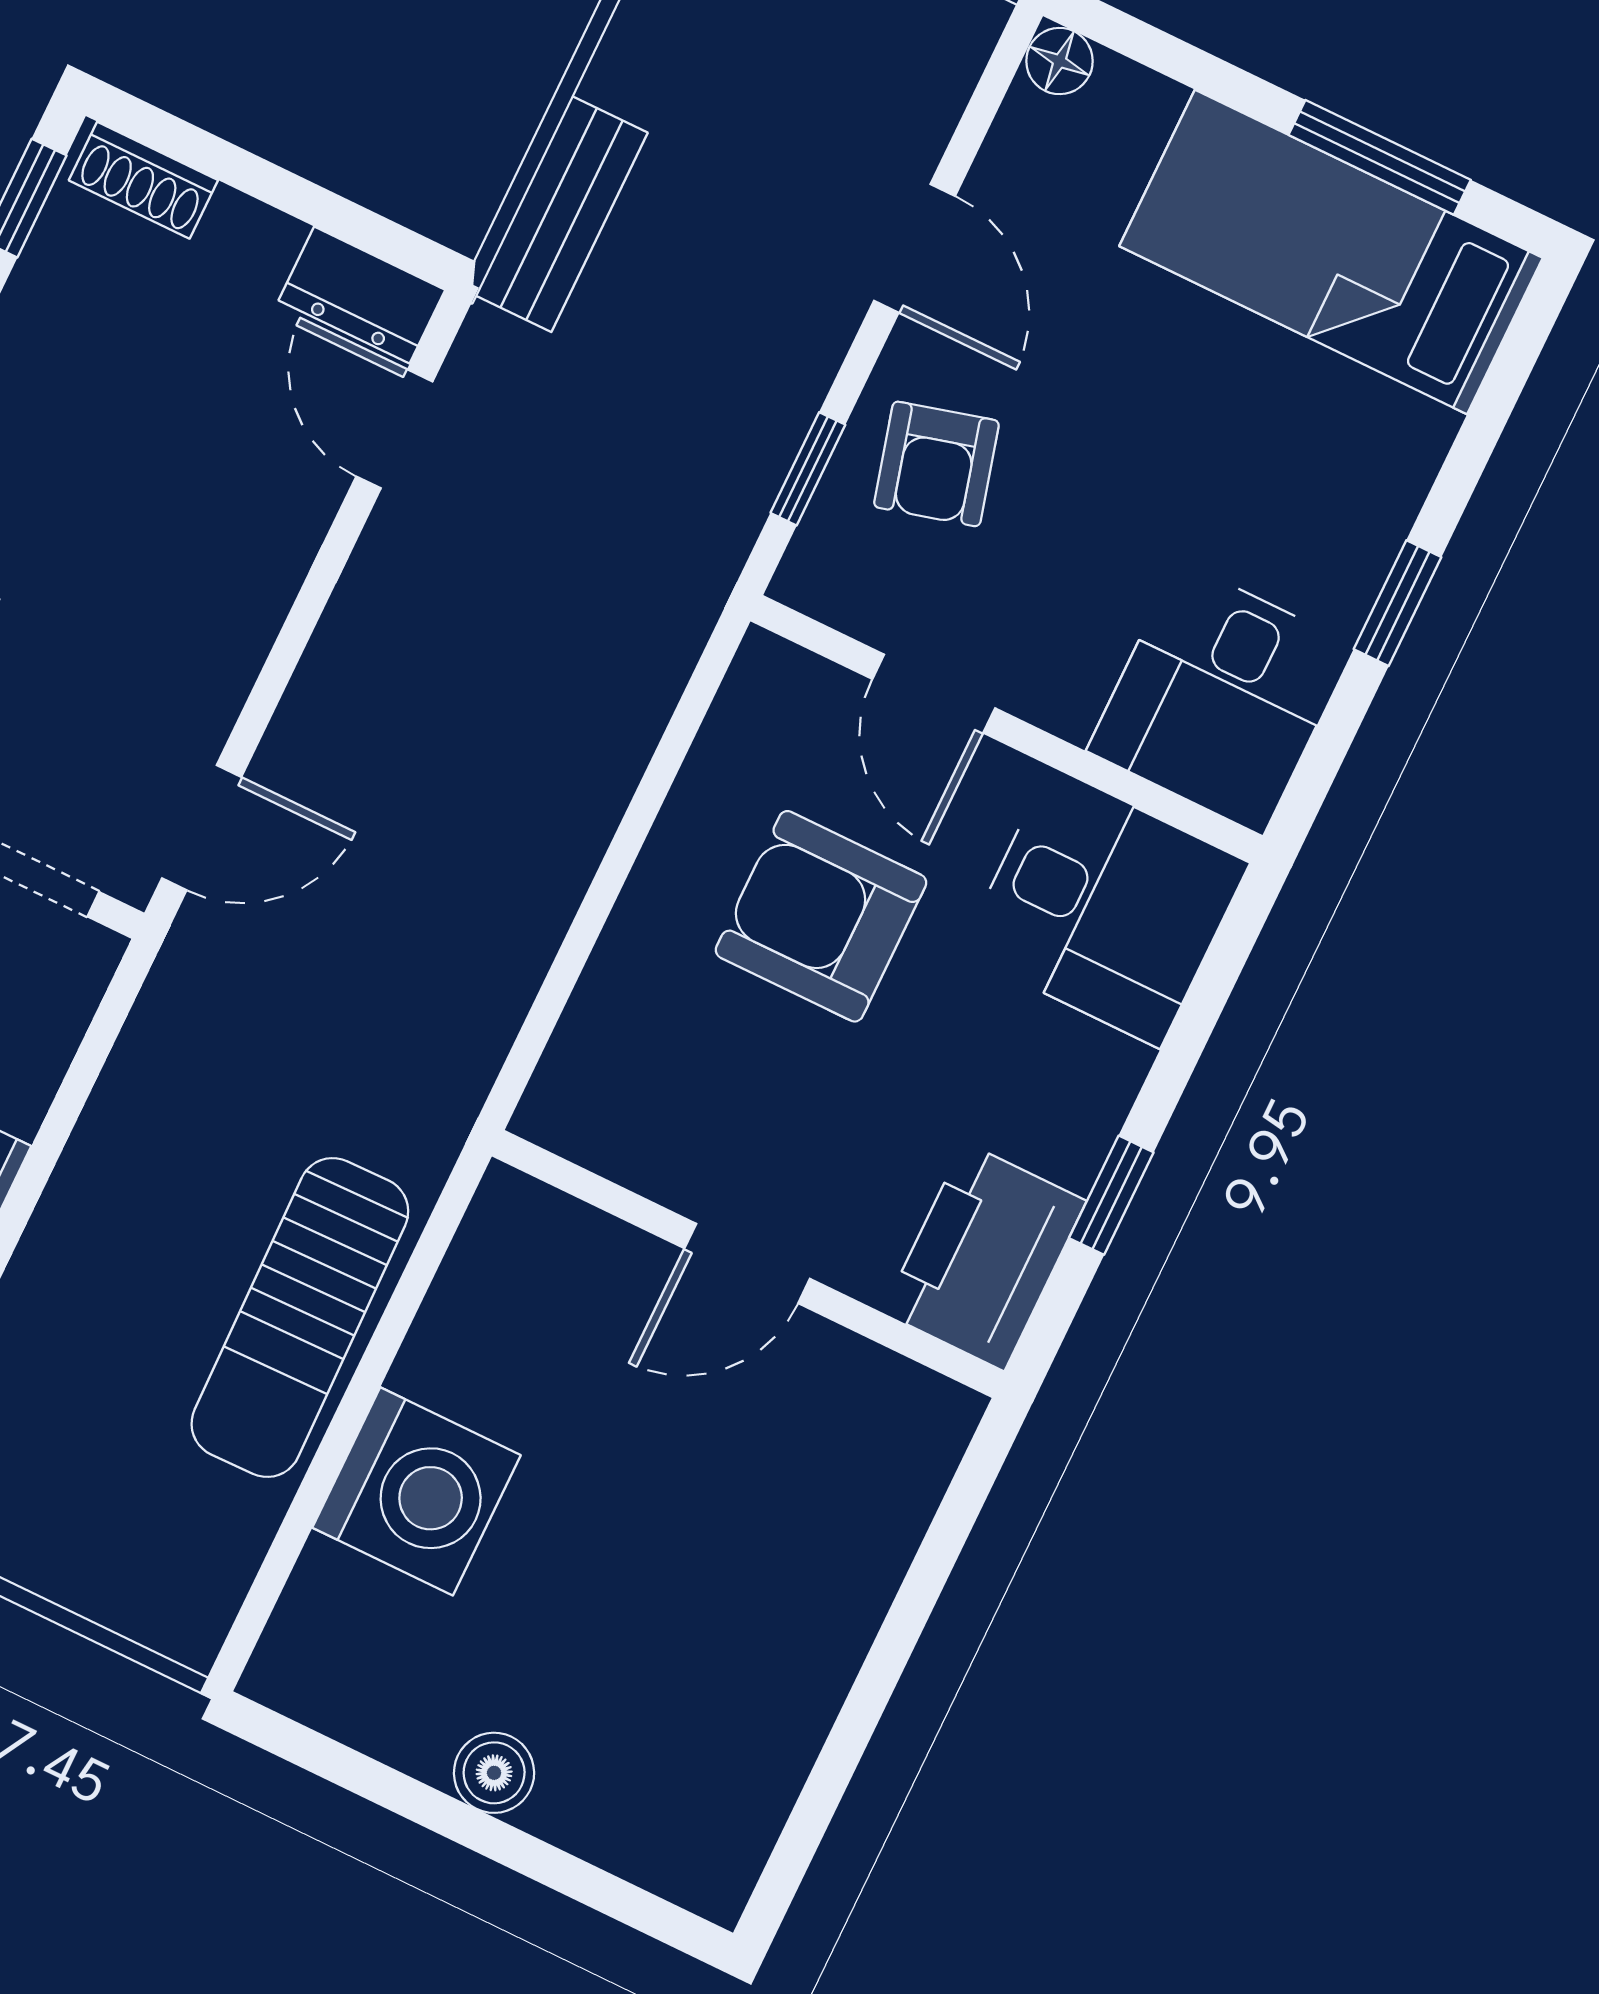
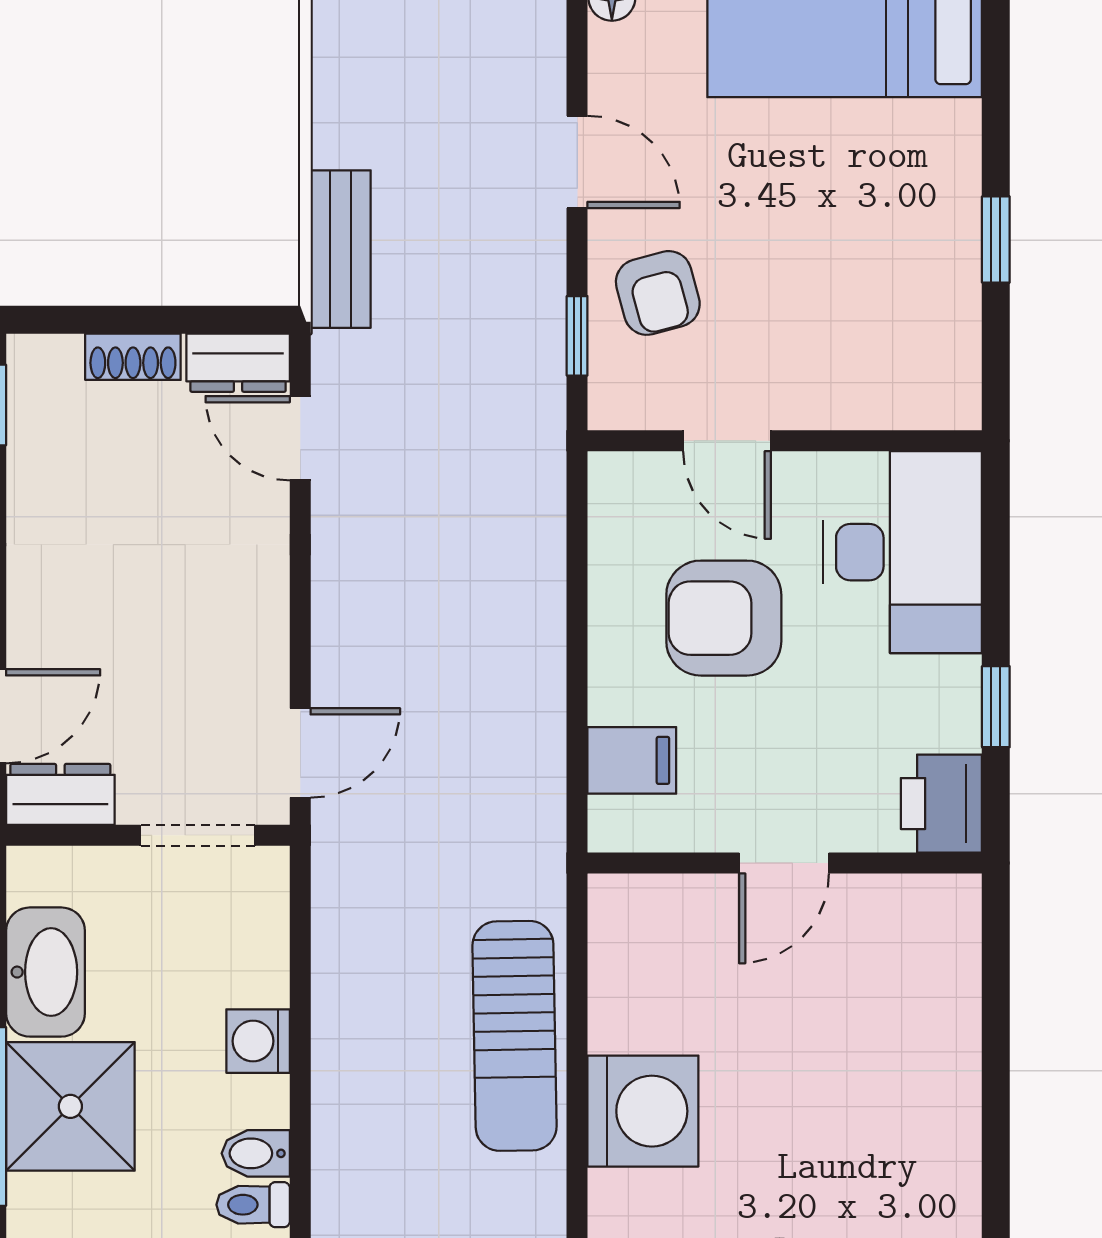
shoe rack: (143, 180) -> (133, 357), moved
desk: (1221, 698) -> (912, 355), removed
desk: (1105, 908) -> (903, 552), width x1.37
filing cabinet: (617, 1040) -> (632, 760), added
printer: (984, 1257) -> (941, 804), width x0.73, depth x0.84

